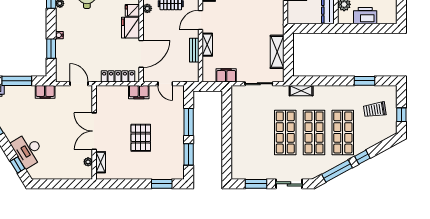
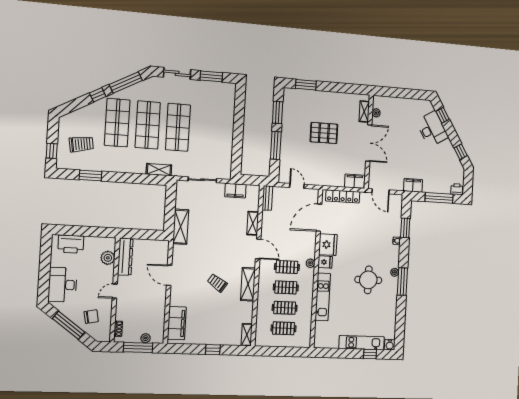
printer: (365, 16) -> (71, 244), moved
door: (200, 20) -> (258, 249), hinge flipped
bench: (194, 50) -> (267, 198), moved
shelving: (277, 52) -> (181, 227), moved
filing cabinet: (139, 92) -> (355, 181), moved
window: (401, 115) -> (52, 151), moved
pallet: (141, 138) -> (324, 133), turned 90

